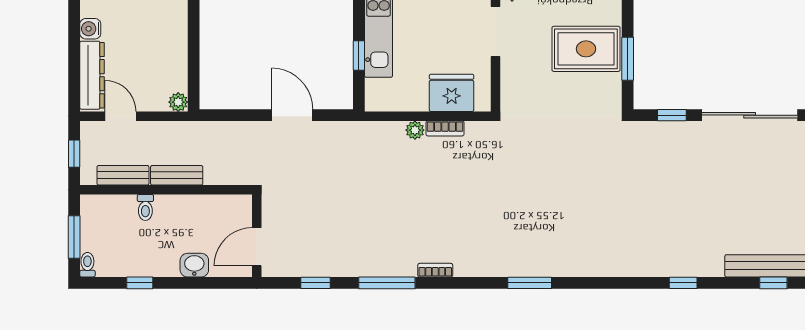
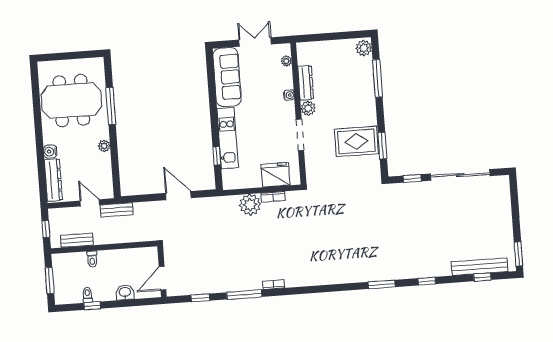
plant: (178, 102) -> (104, 146), moved
door: (120, 116) -> (90, 203), moved
plant: (415, 130) -> (250, 205), width x1.87, depth x1.87
bench: (177, 175) -> (117, 210), moved
toilet: (87, 265) -> (87, 295), moved
window: (530, 283) -> (382, 284), moved

